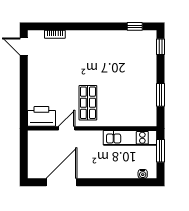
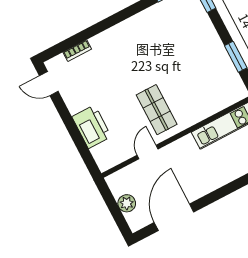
printer: (41, 116) -> (92, 127), moved, turned 90
plant: (34, 156) -> (127, 203), added

